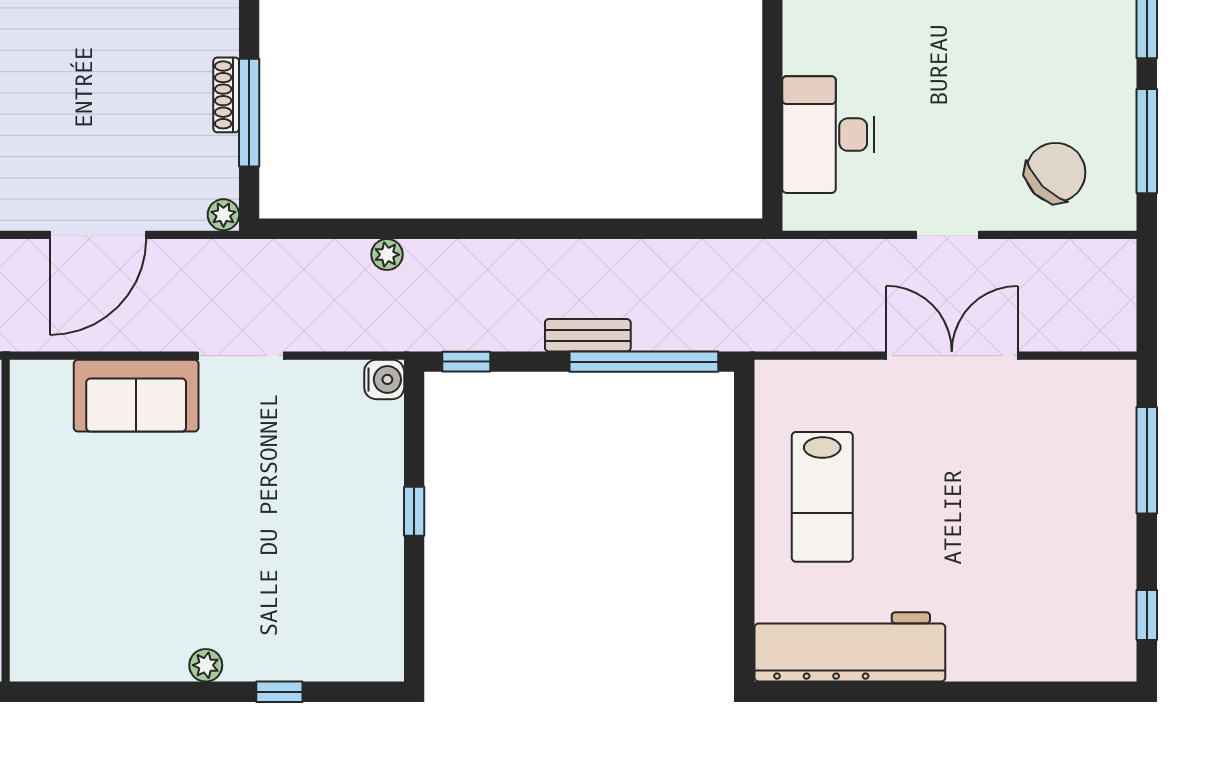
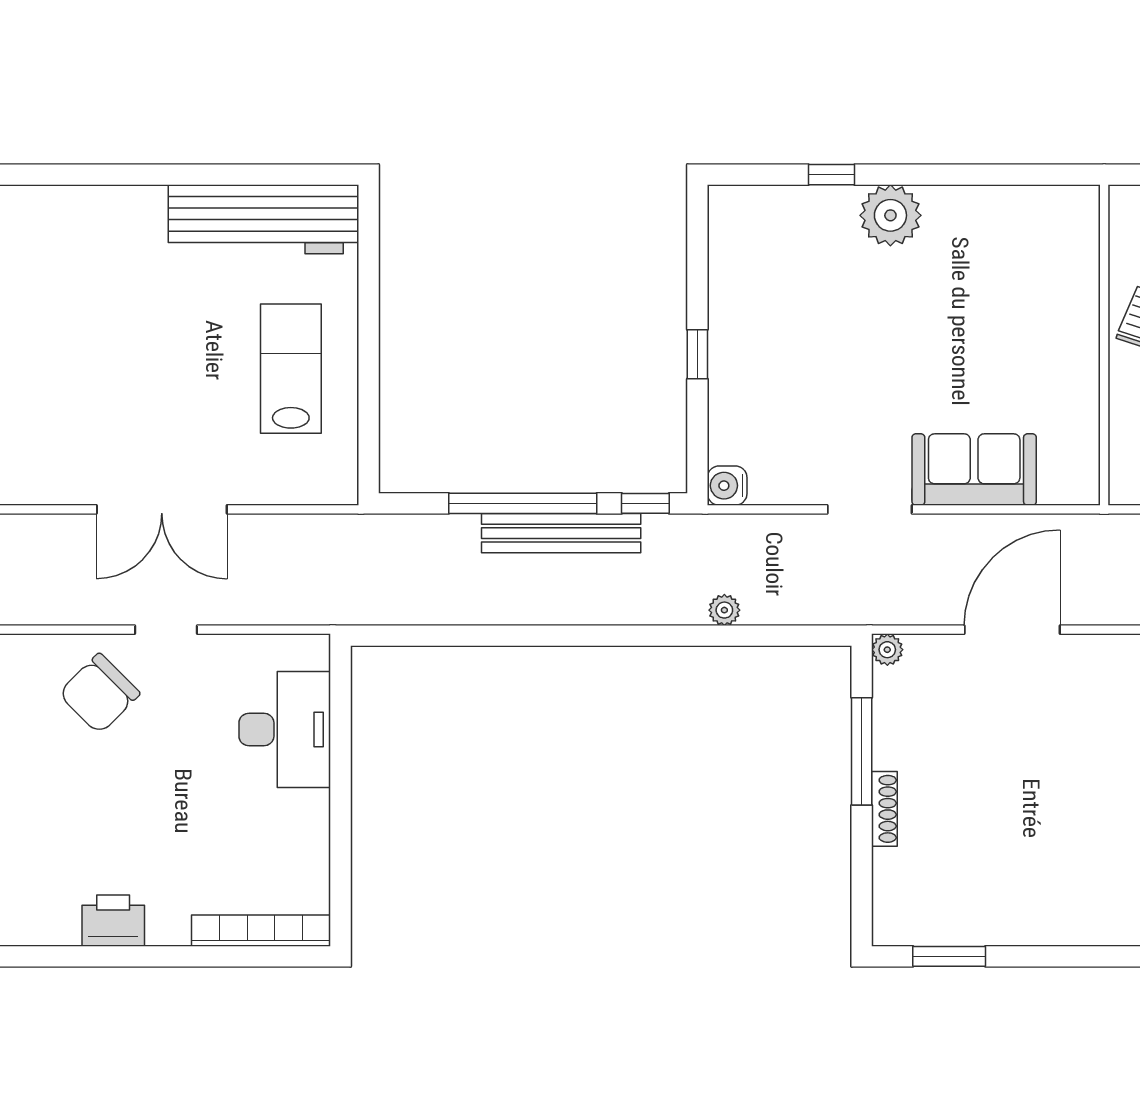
shoe rack: (226, 95) -> (884, 809), moved
chair: (1055, 173) -> (99, 693), moved
bench: (588, 335) -> (561, 533), width x1.86, depth x1.21
window: (644, 362) -> (523, 503), moved
plant: (206, 665) -> (890, 215), width x1.88, depth x1.88

